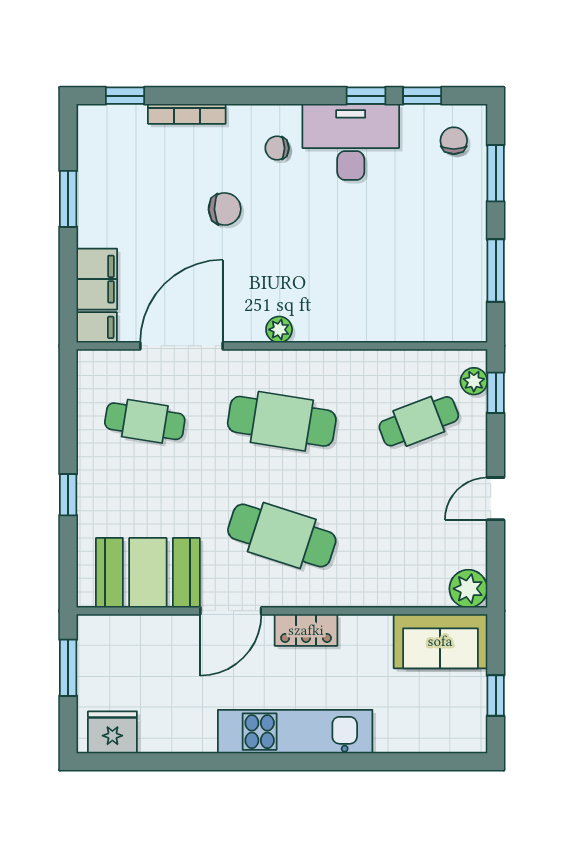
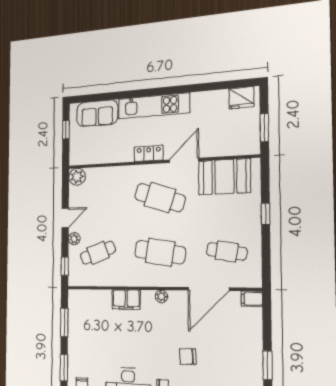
filing cabinet: (97, 279) -> (126, 300), moved, turned -90
plant: (474, 381) -> (74, 239), moved
sofa: (440, 641) -> (97, 113), moved, turned 180

